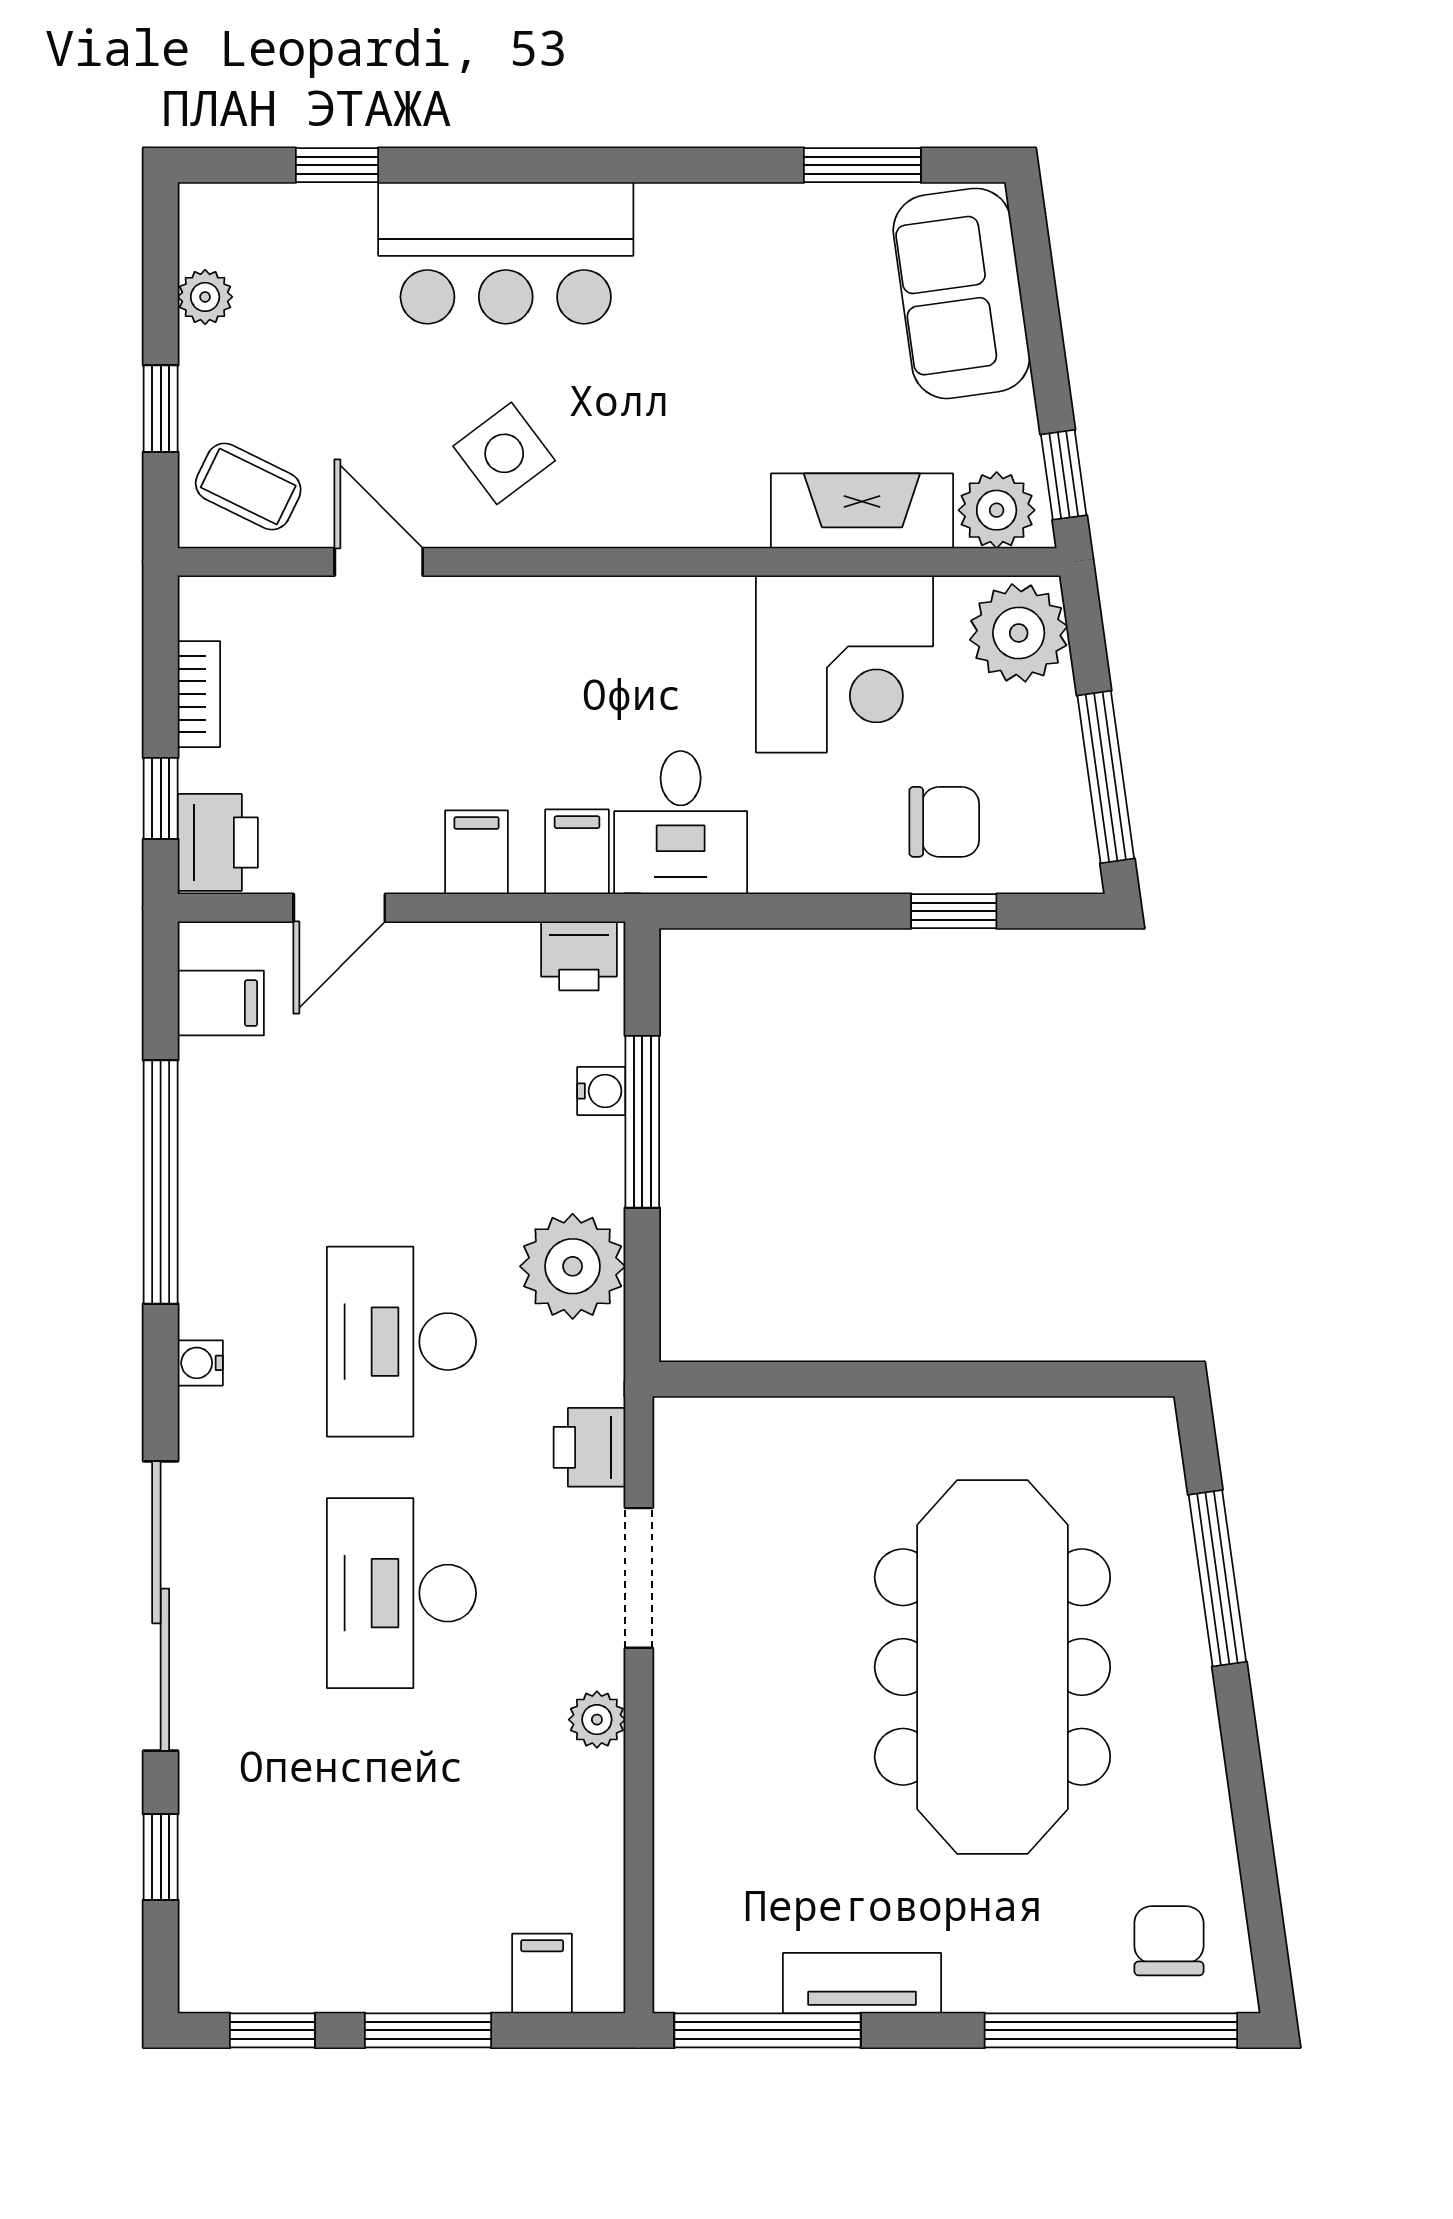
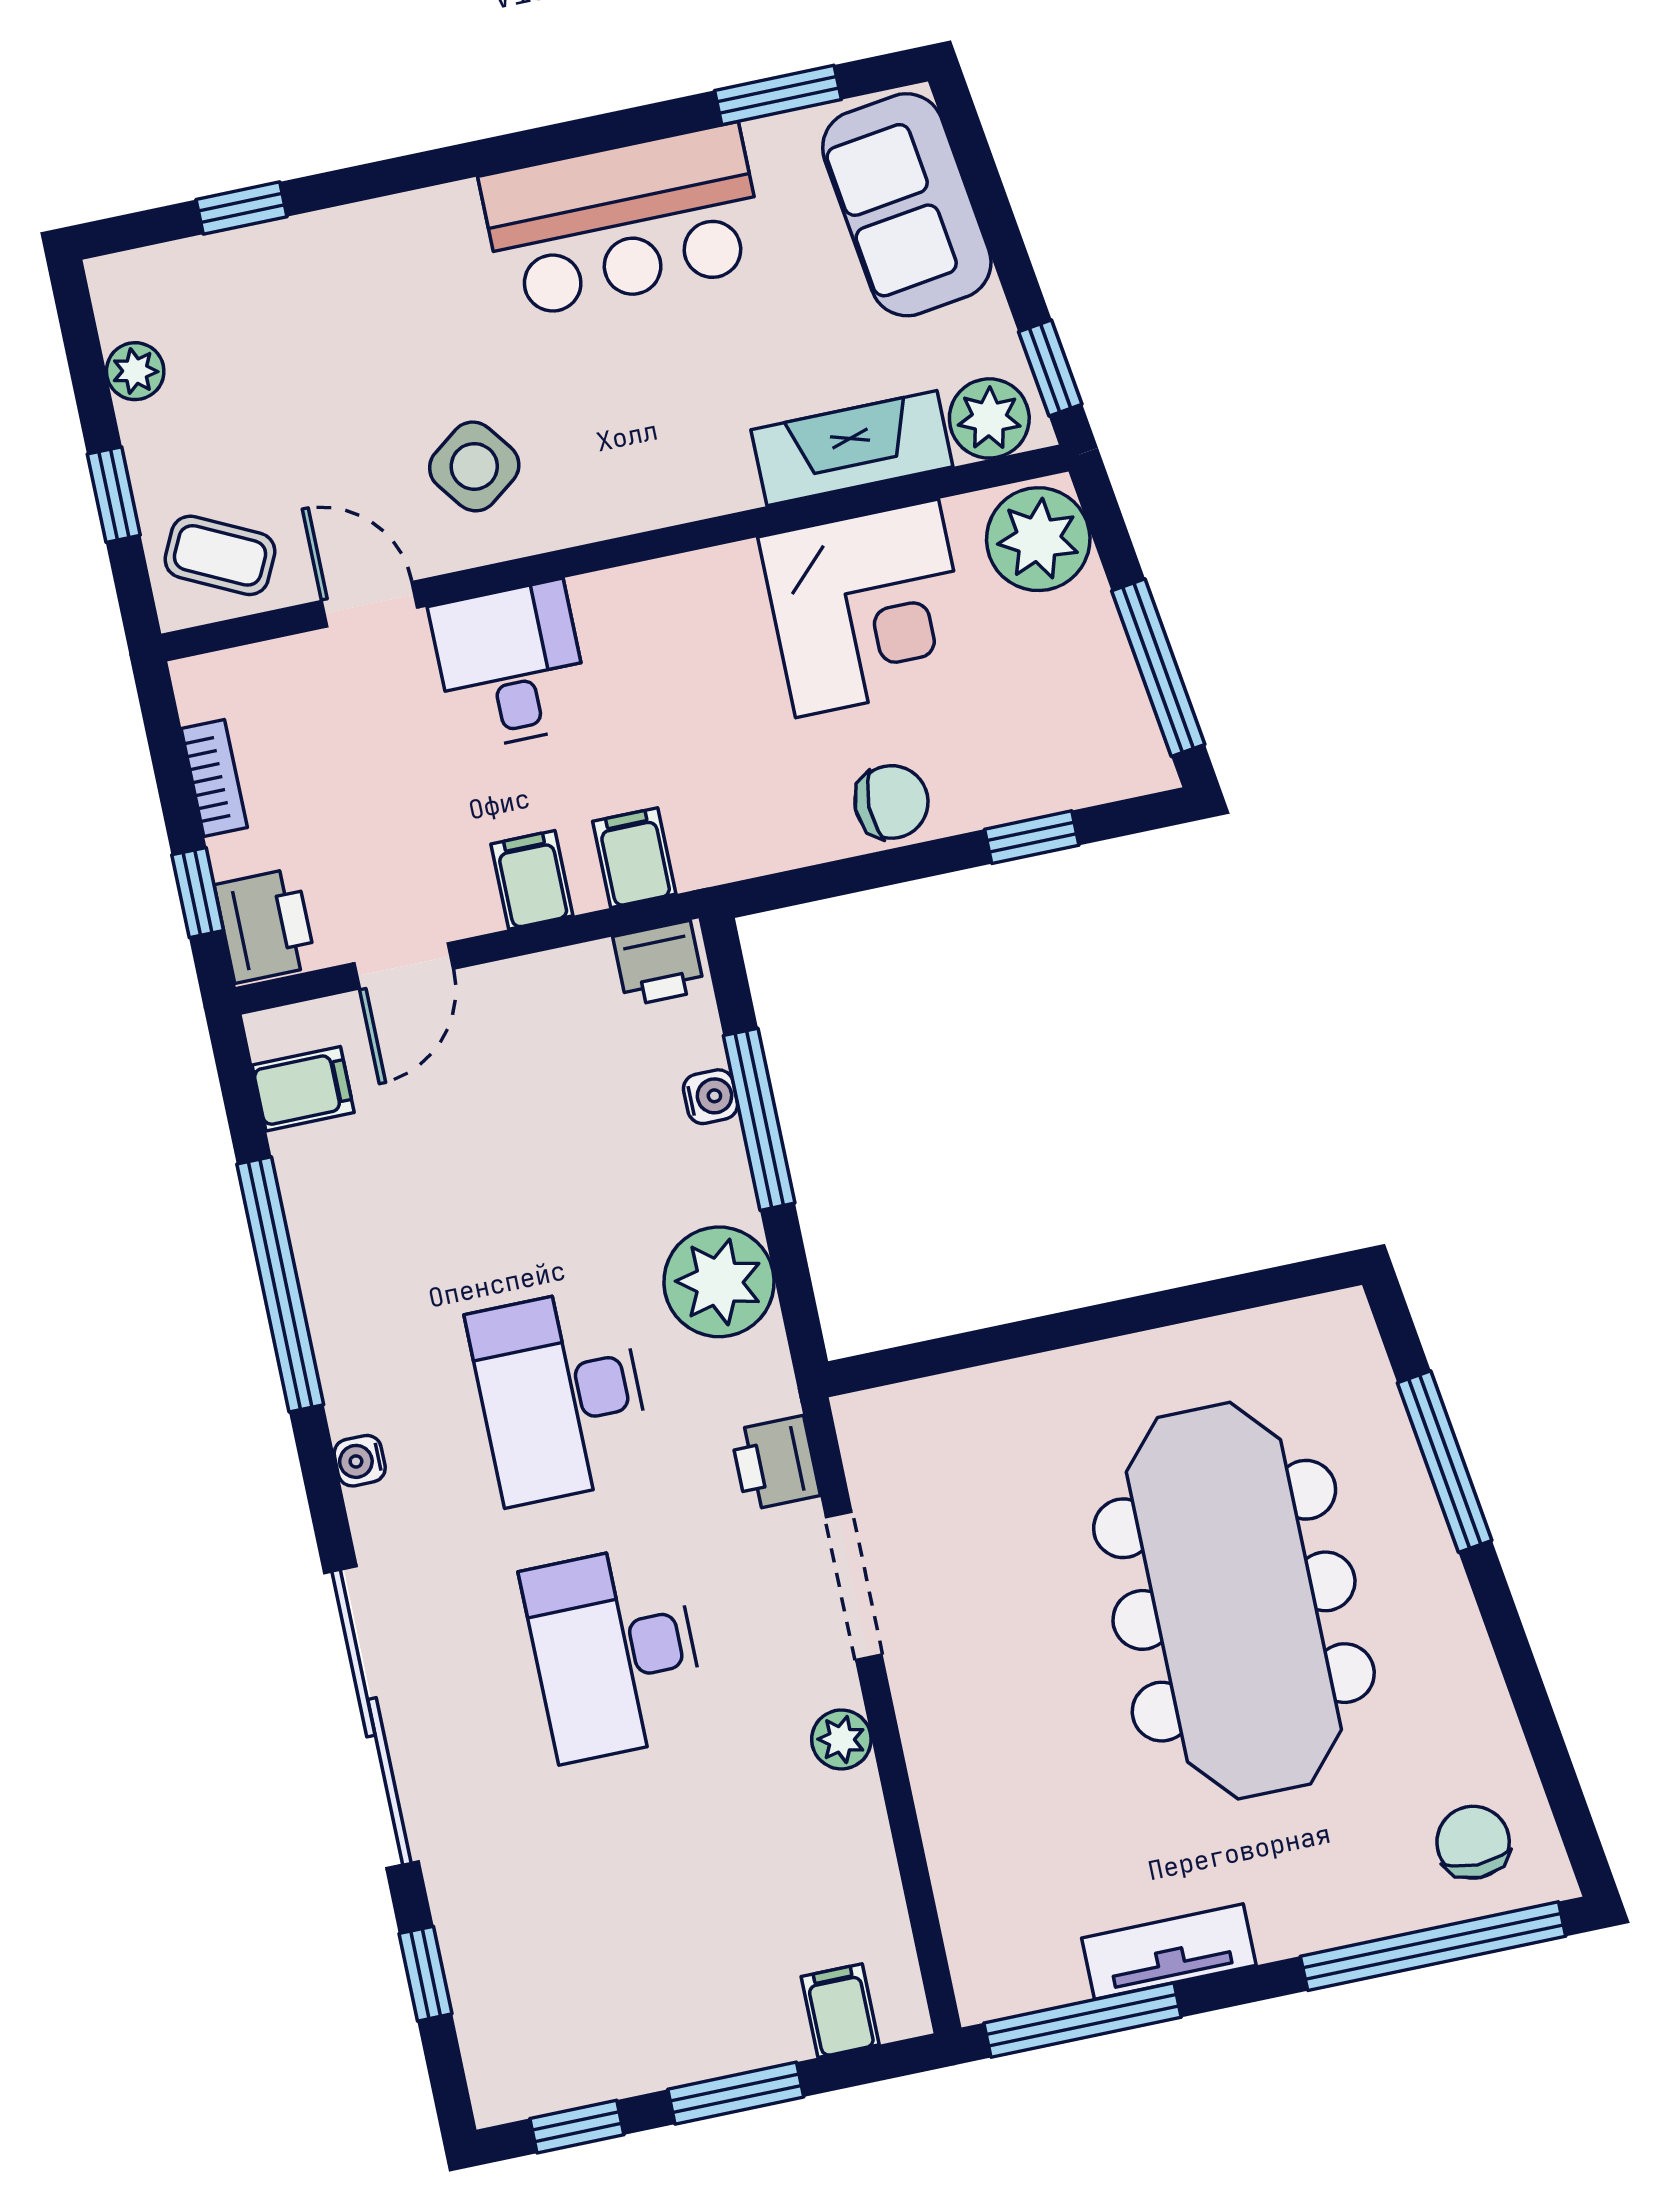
bar counter: (506, 253) -> (623, 221), moved
chair: (944, 822) -> (891, 802), moved
desk: (681, 823) -> (510, 665), moved, turned 180

